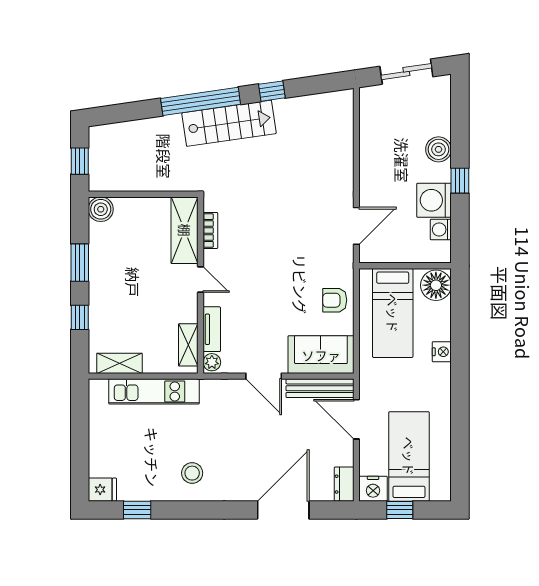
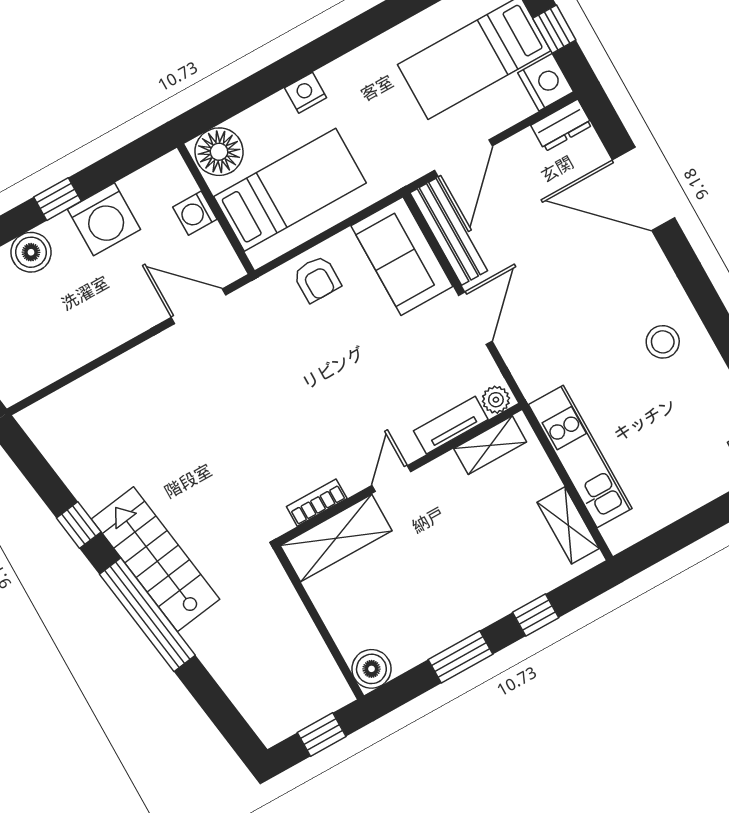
washing machine: (441, 230) -> (195, 213), moved, turned 90

